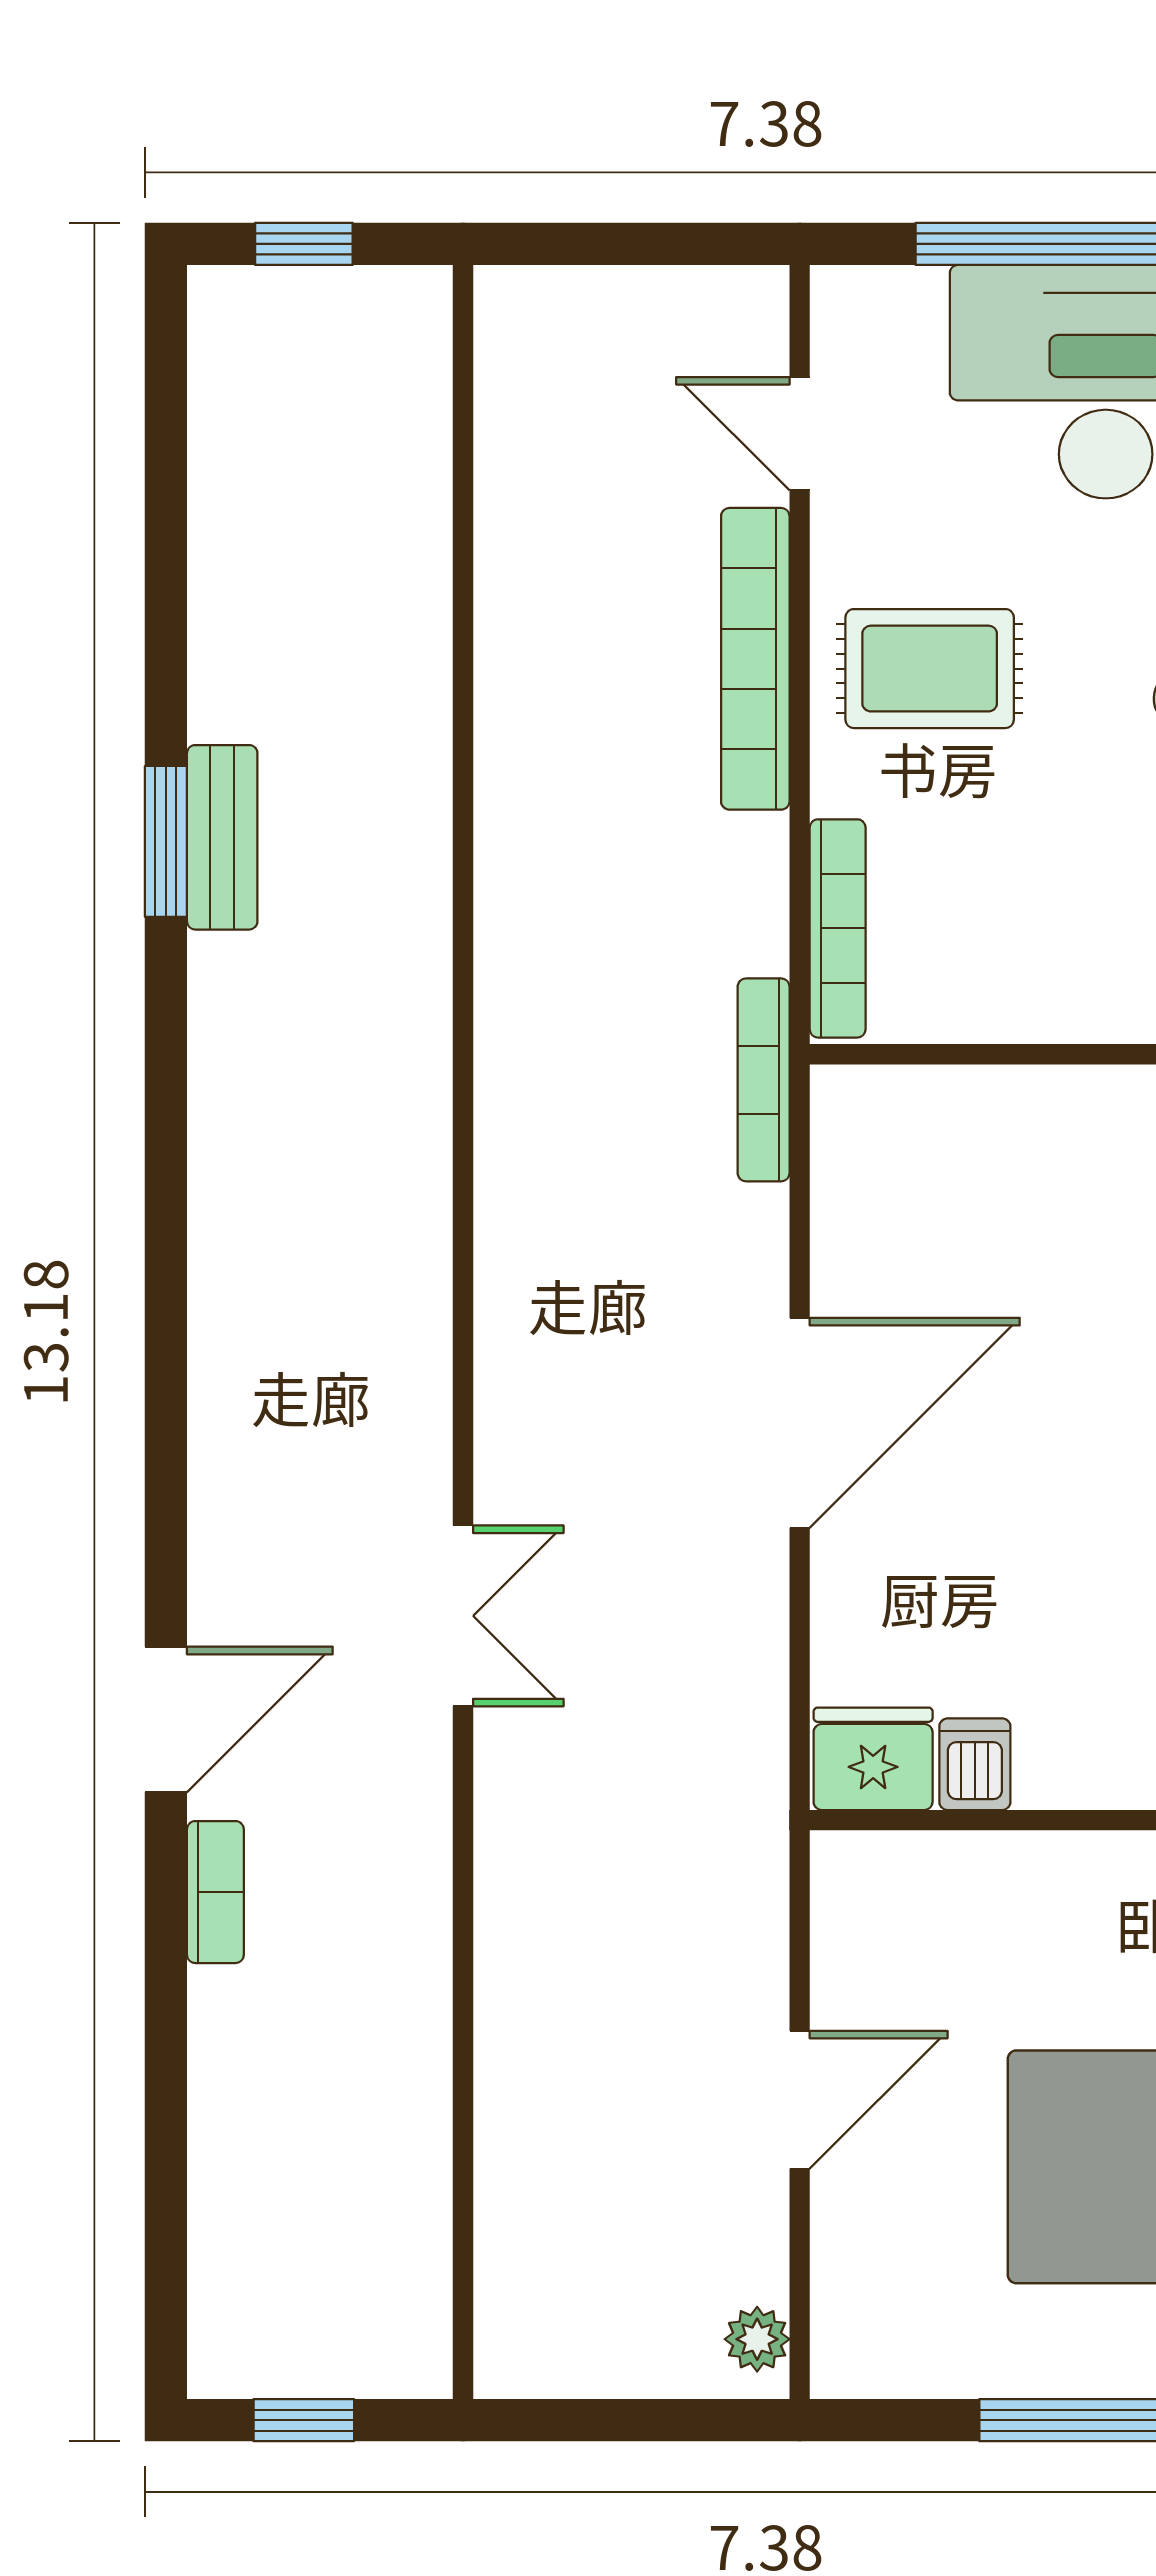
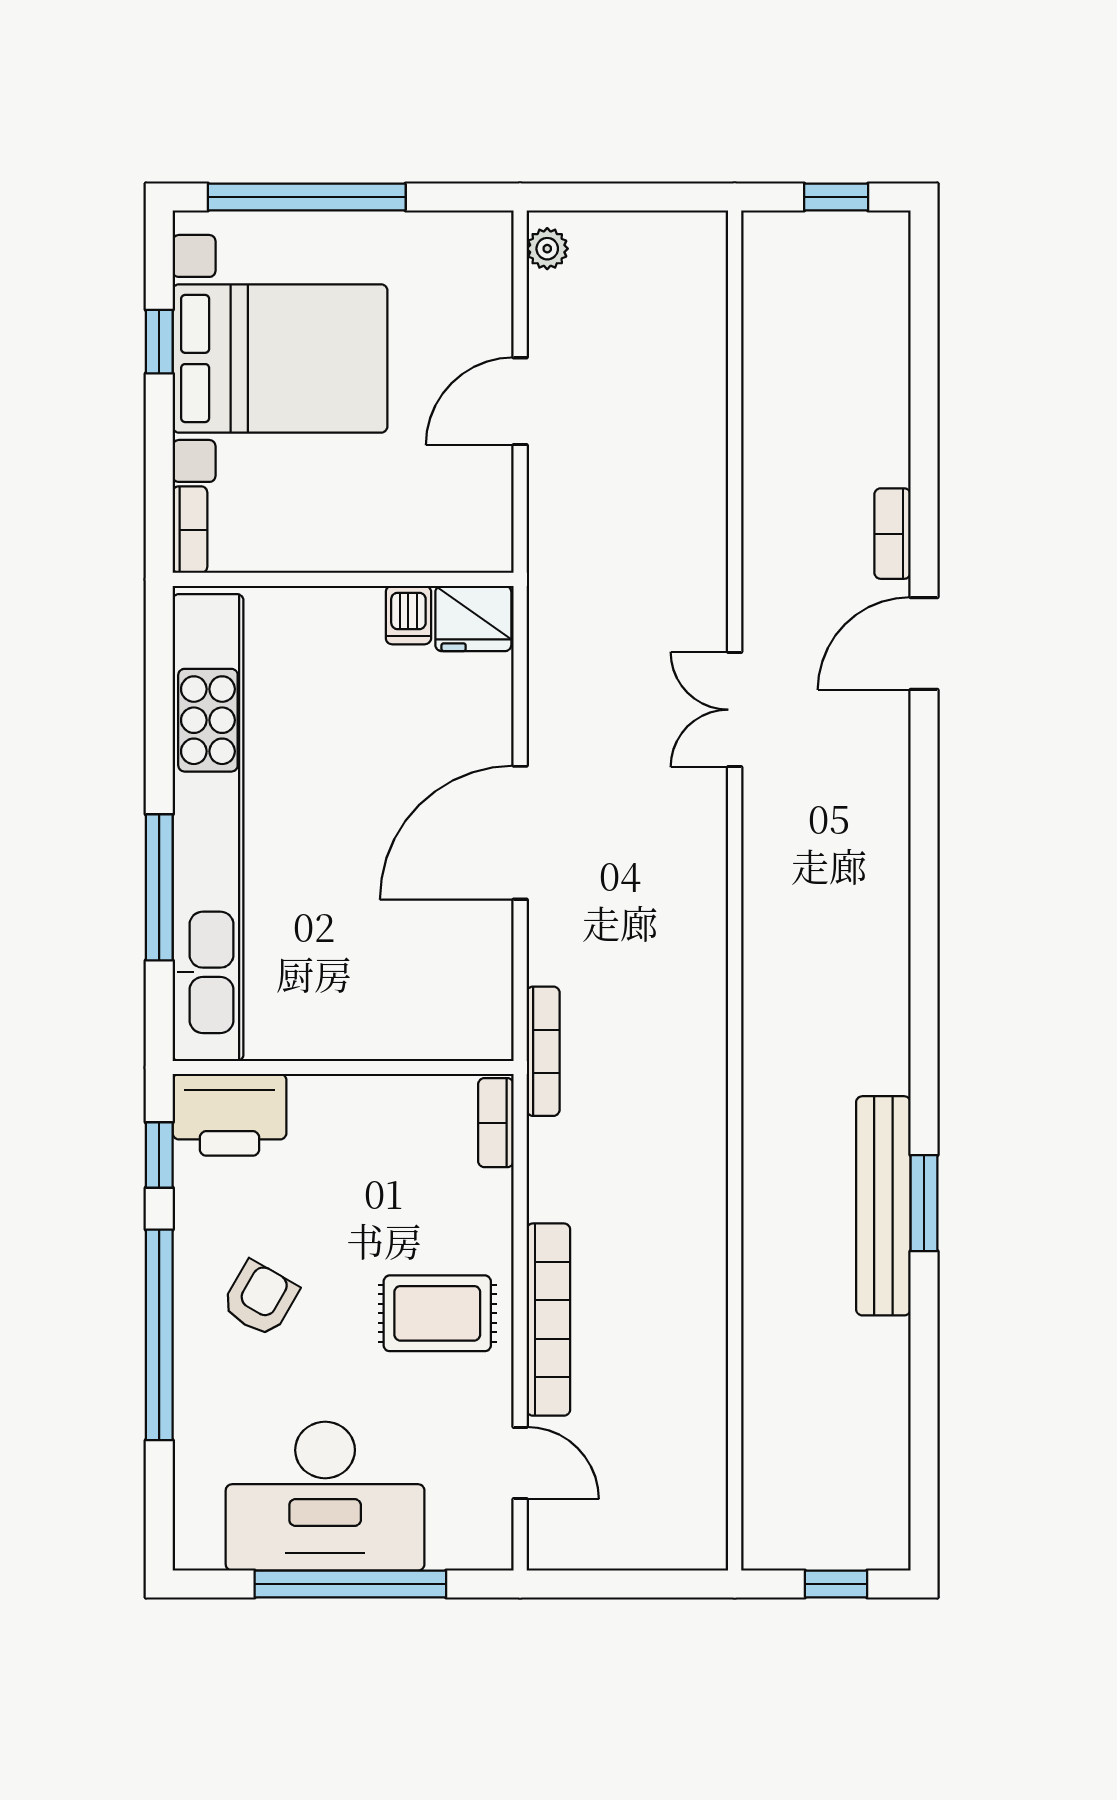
bench: (222, 837) -> (883, 1206), width x1.86, depth x1.21
bookcase: (838, 928) -> (496, 1123), width x0.64

